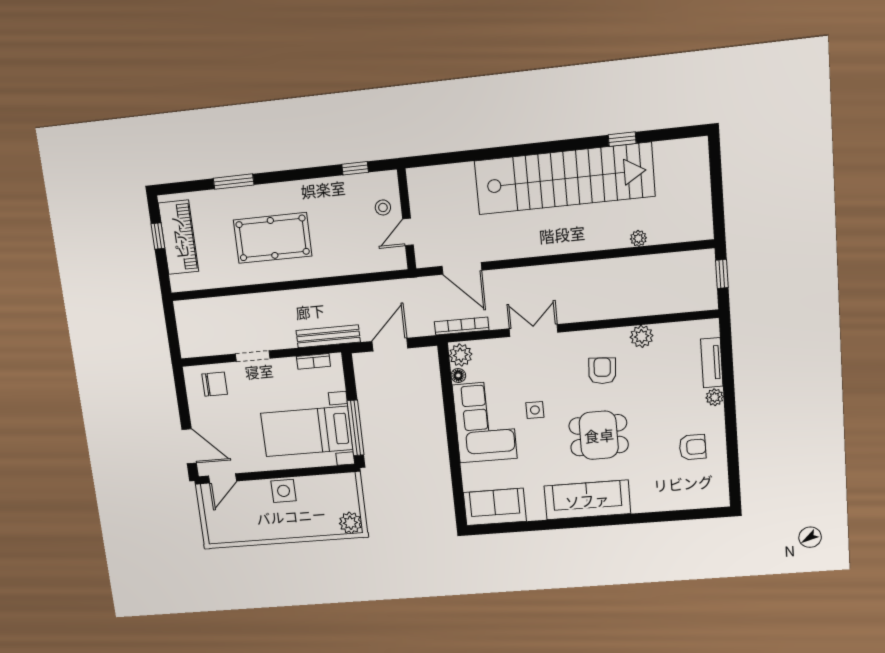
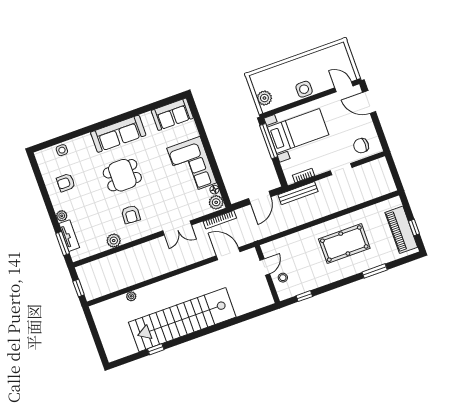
window: (727, 353) -> (63, 244), added
side table: (535, 410) -> (62, 150), moved
door: (223, 478) -> (344, 87), hinge flipped
plant: (350, 523) -> (264, 98), moved

